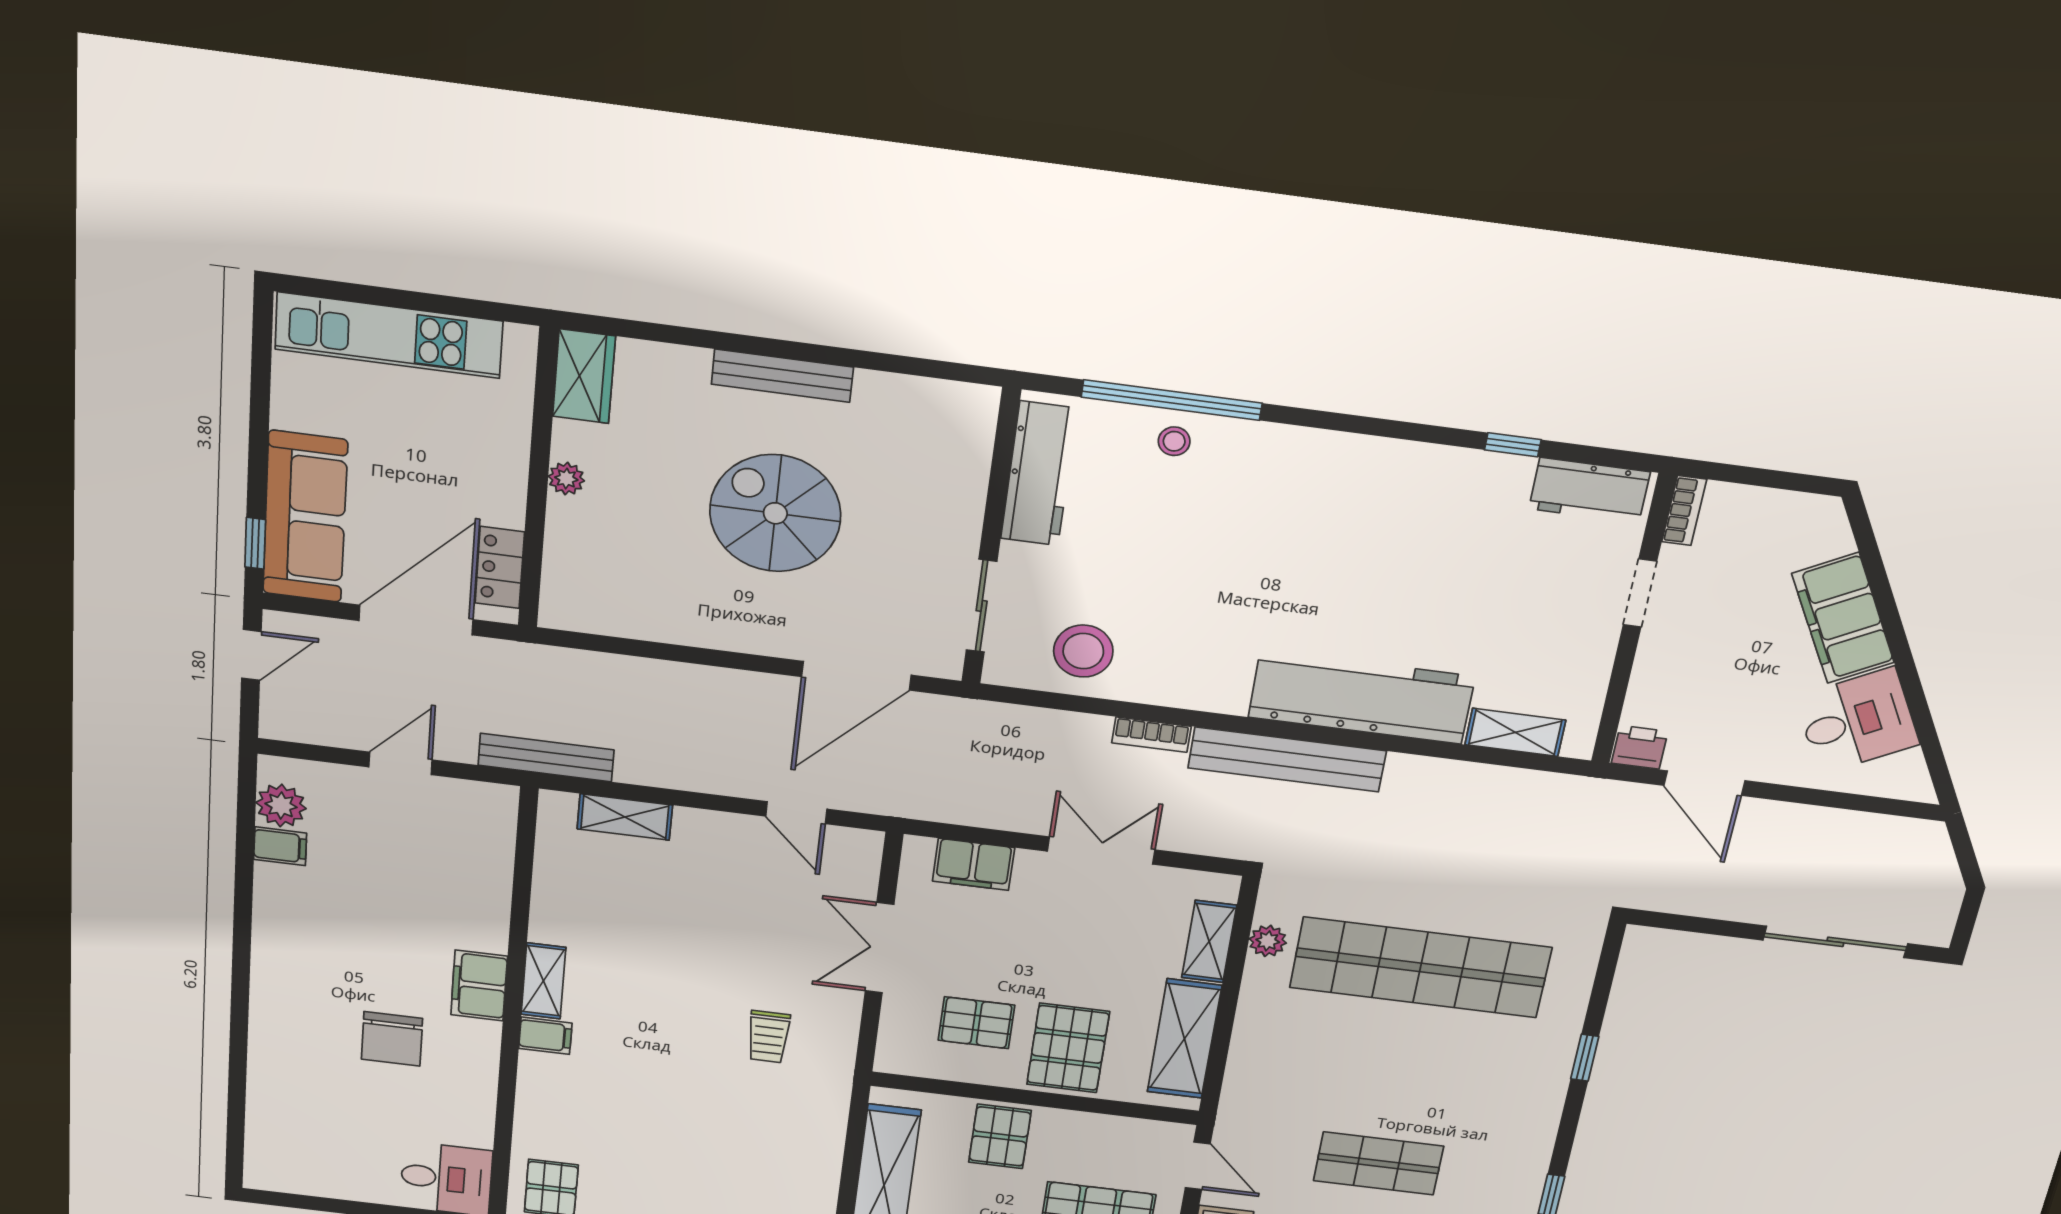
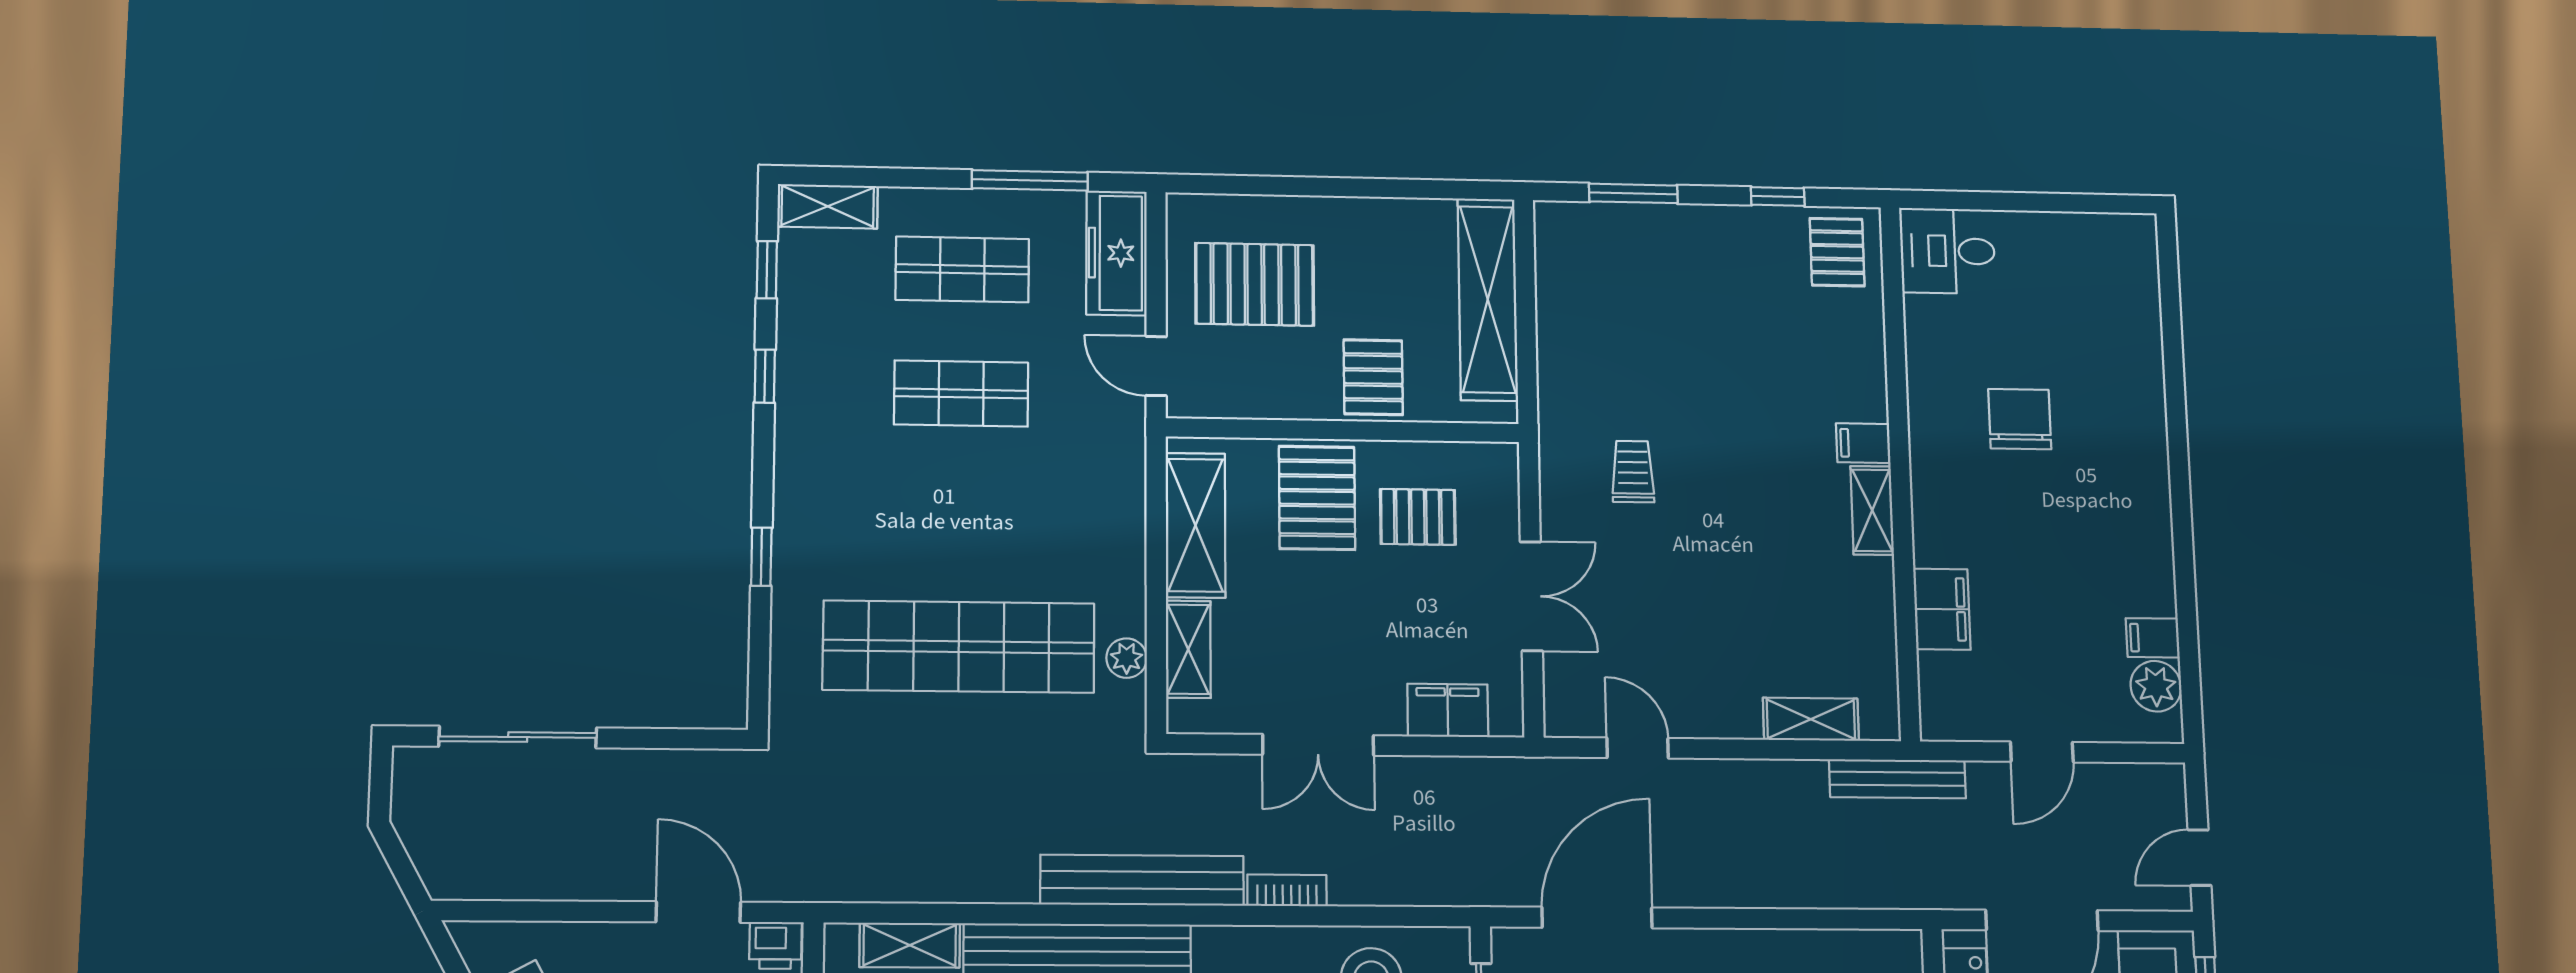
filing cabinet: (479, 986) -> (1942, 609), moved

